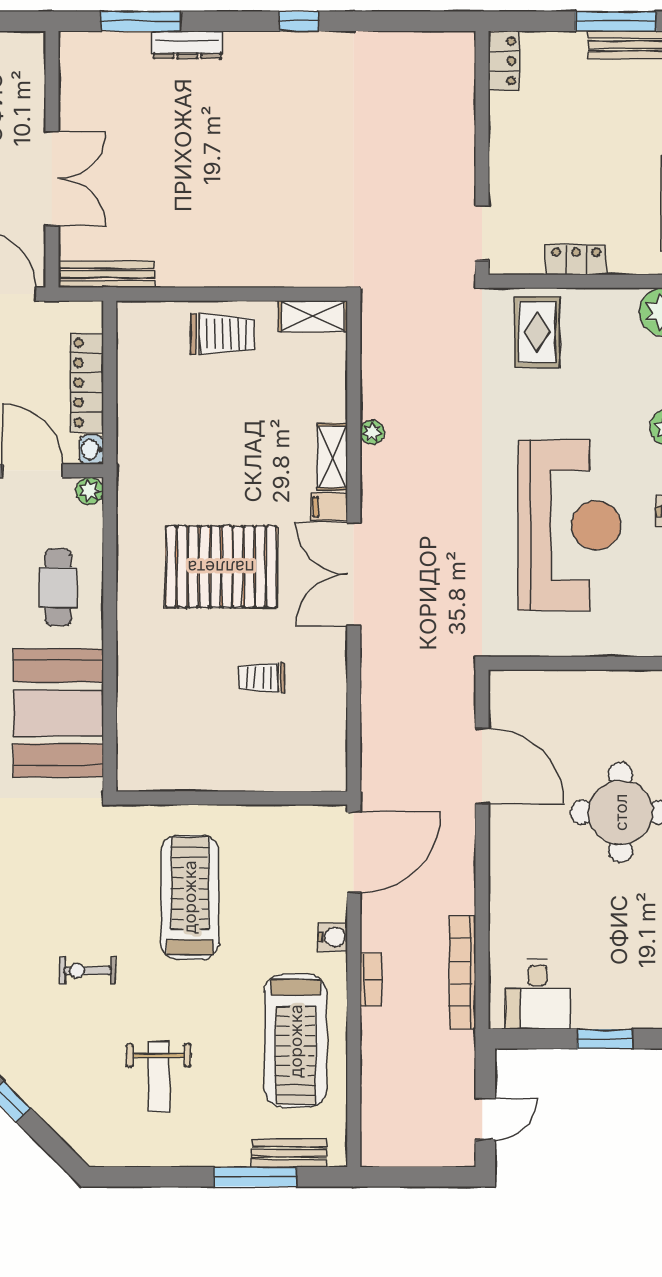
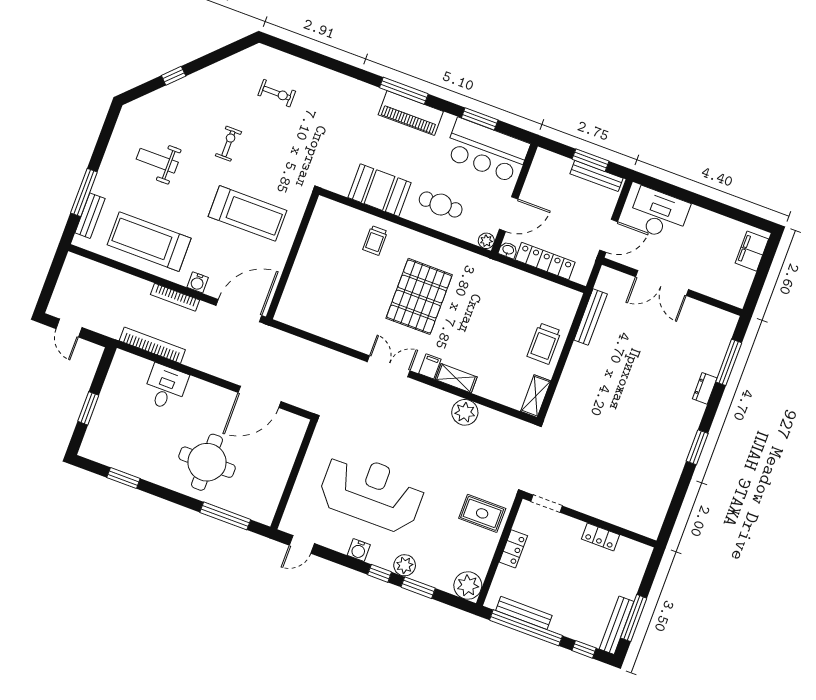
window: (299, 21) -> (697, 447), width x1.50
dresser: (187, 45) -> (705, 388), width x0.70
locker: (504, 61) -> (600, 537), moved
bench: (106, 274) -> (591, 317), moved
plant: (372, 432) -> (465, 412), width x1.88, depth x1.88
reception desk: (569, 525) -> (372, 492), turned 180
double door: (354, 574) -> (389, 366), width x0.73
trolley: (262, 678) -> (375, 240), moved, turned 180
booth: (58, 713) -> (380, 190), width x0.73, depth x0.70
door: (354, 852) -> (239, 311), swing flipped
bookcase: (371, 980) -> (175, 297), width x1.56
desk: (537, 994) -> (165, 387), moved, turned 90

